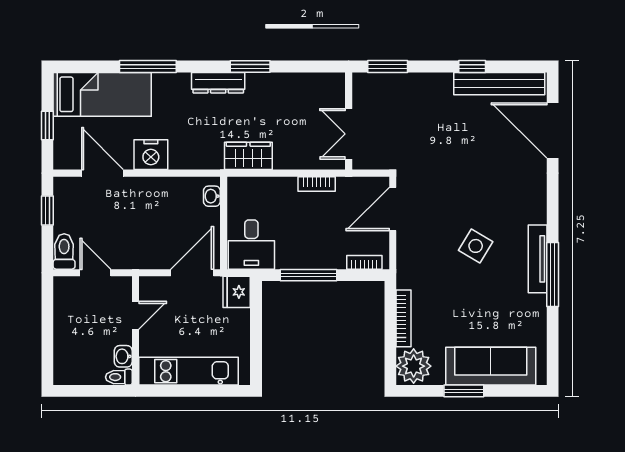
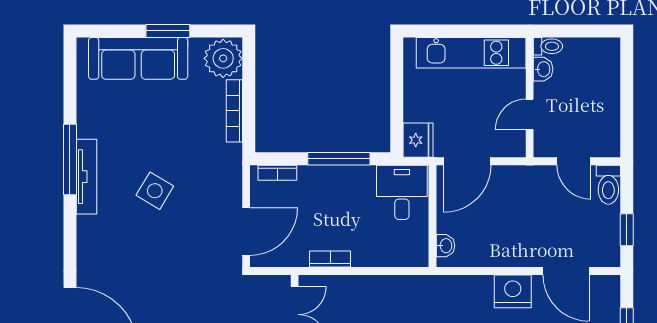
wardrobe: (248, 156) -> (405, 290), removed

